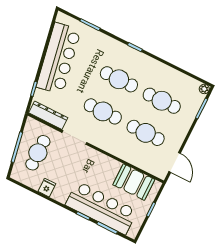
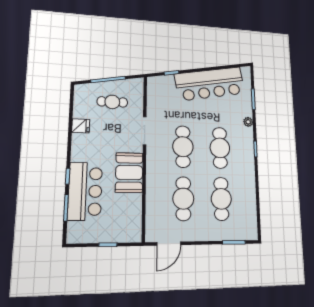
plant: (204, 89) -> (248, 122), moved
dresser: (48, 115) -> (154, 96), removed
cafe table: (38, 153) -> (112, 102), width x0.73, depth x0.74
booth: (134, 182) -> (129, 173), moved
bar counter: (101, 208) -> (85, 191), width x0.73

